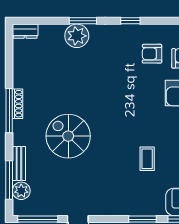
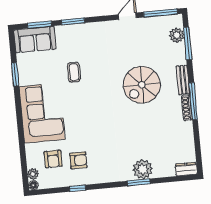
window: (130, 21) -> (77, 188), moved
spiral stairs: (68, 136) -> (142, 85), turned 90
bench: (19, 164) -> (183, 80), moved

